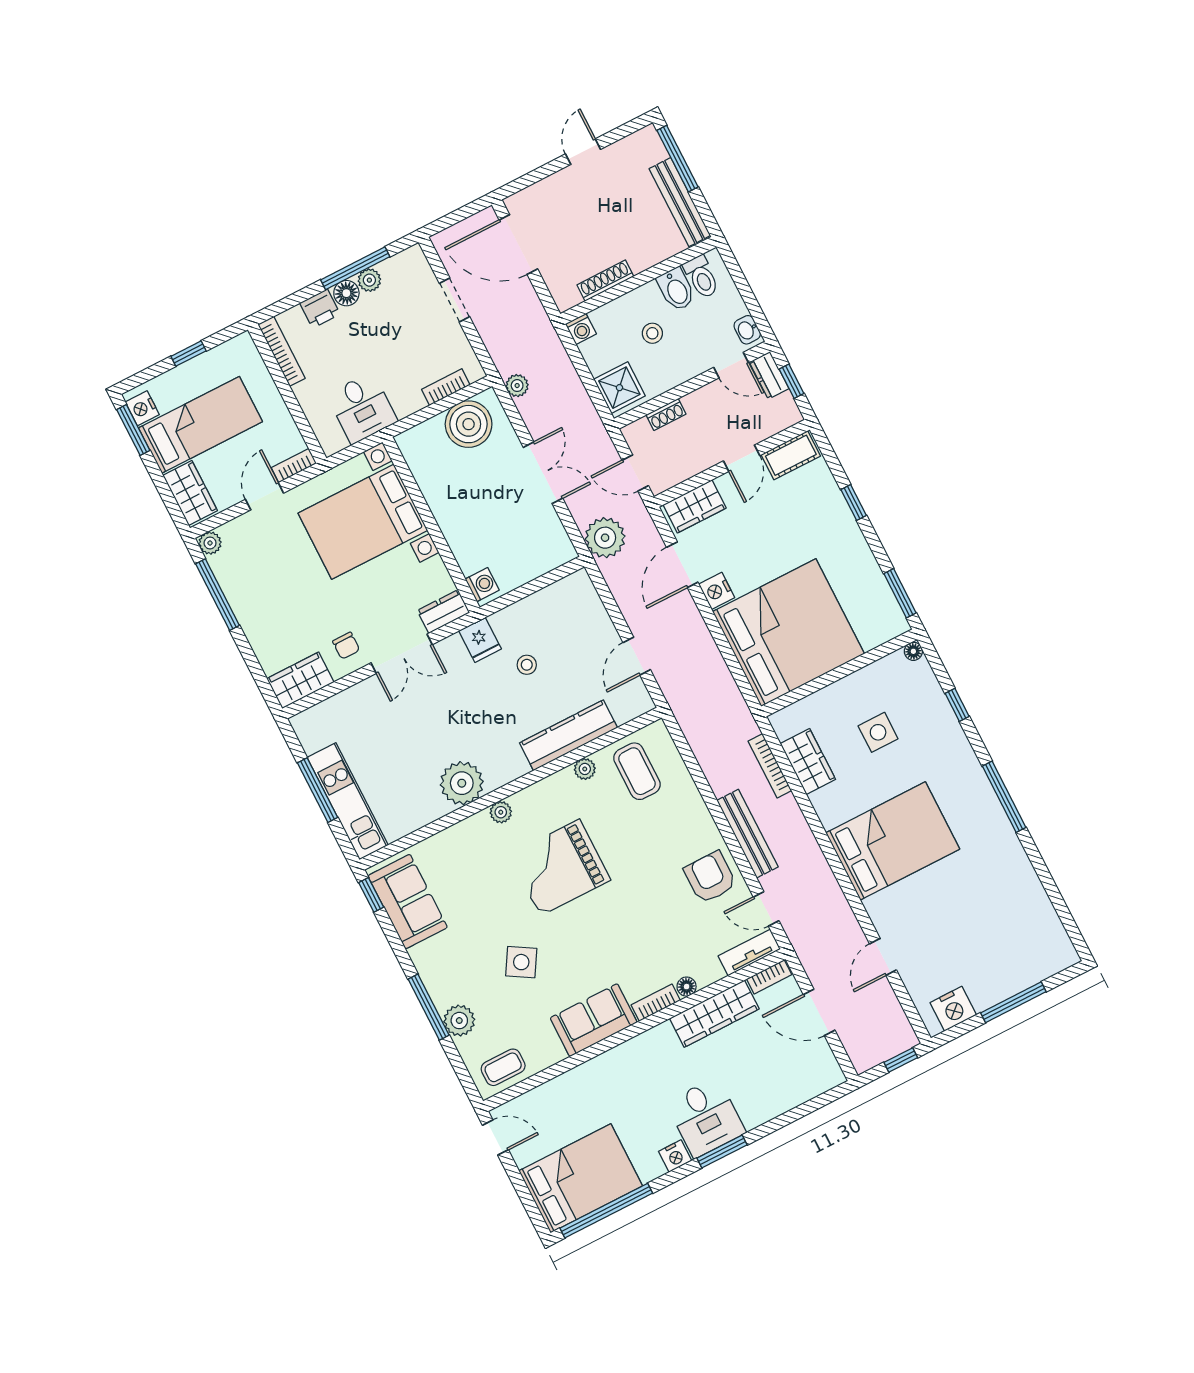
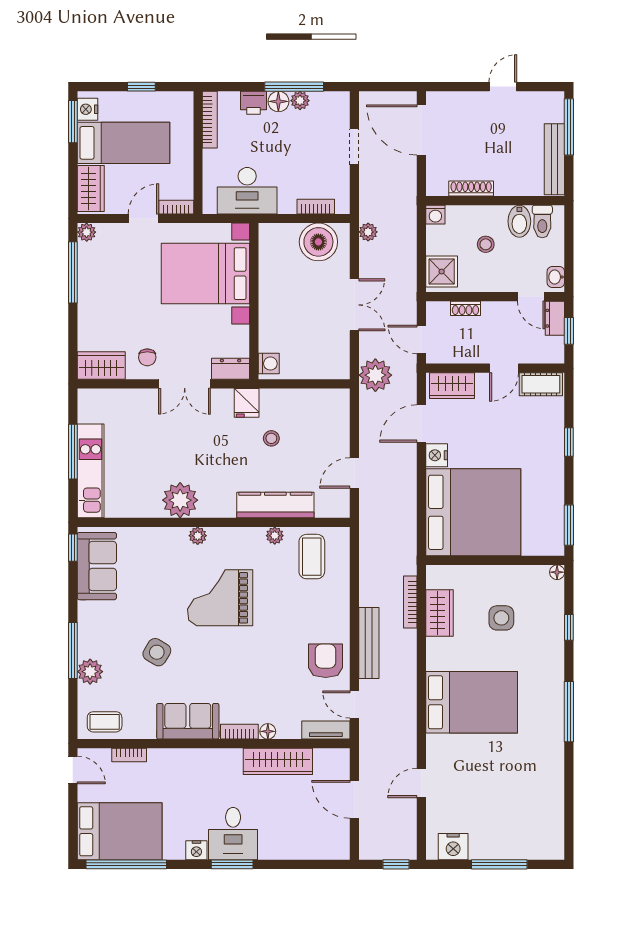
desk: (362, 408) -> (247, 191), width x1.37
bookcase: (769, 977) -> (129, 755), moved

